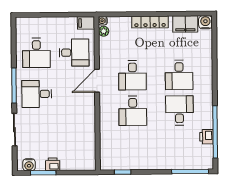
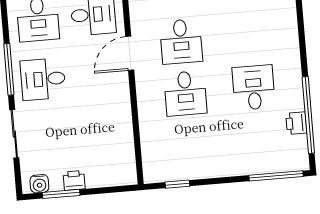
desk: (179, 75) -> (249, 36), removed

